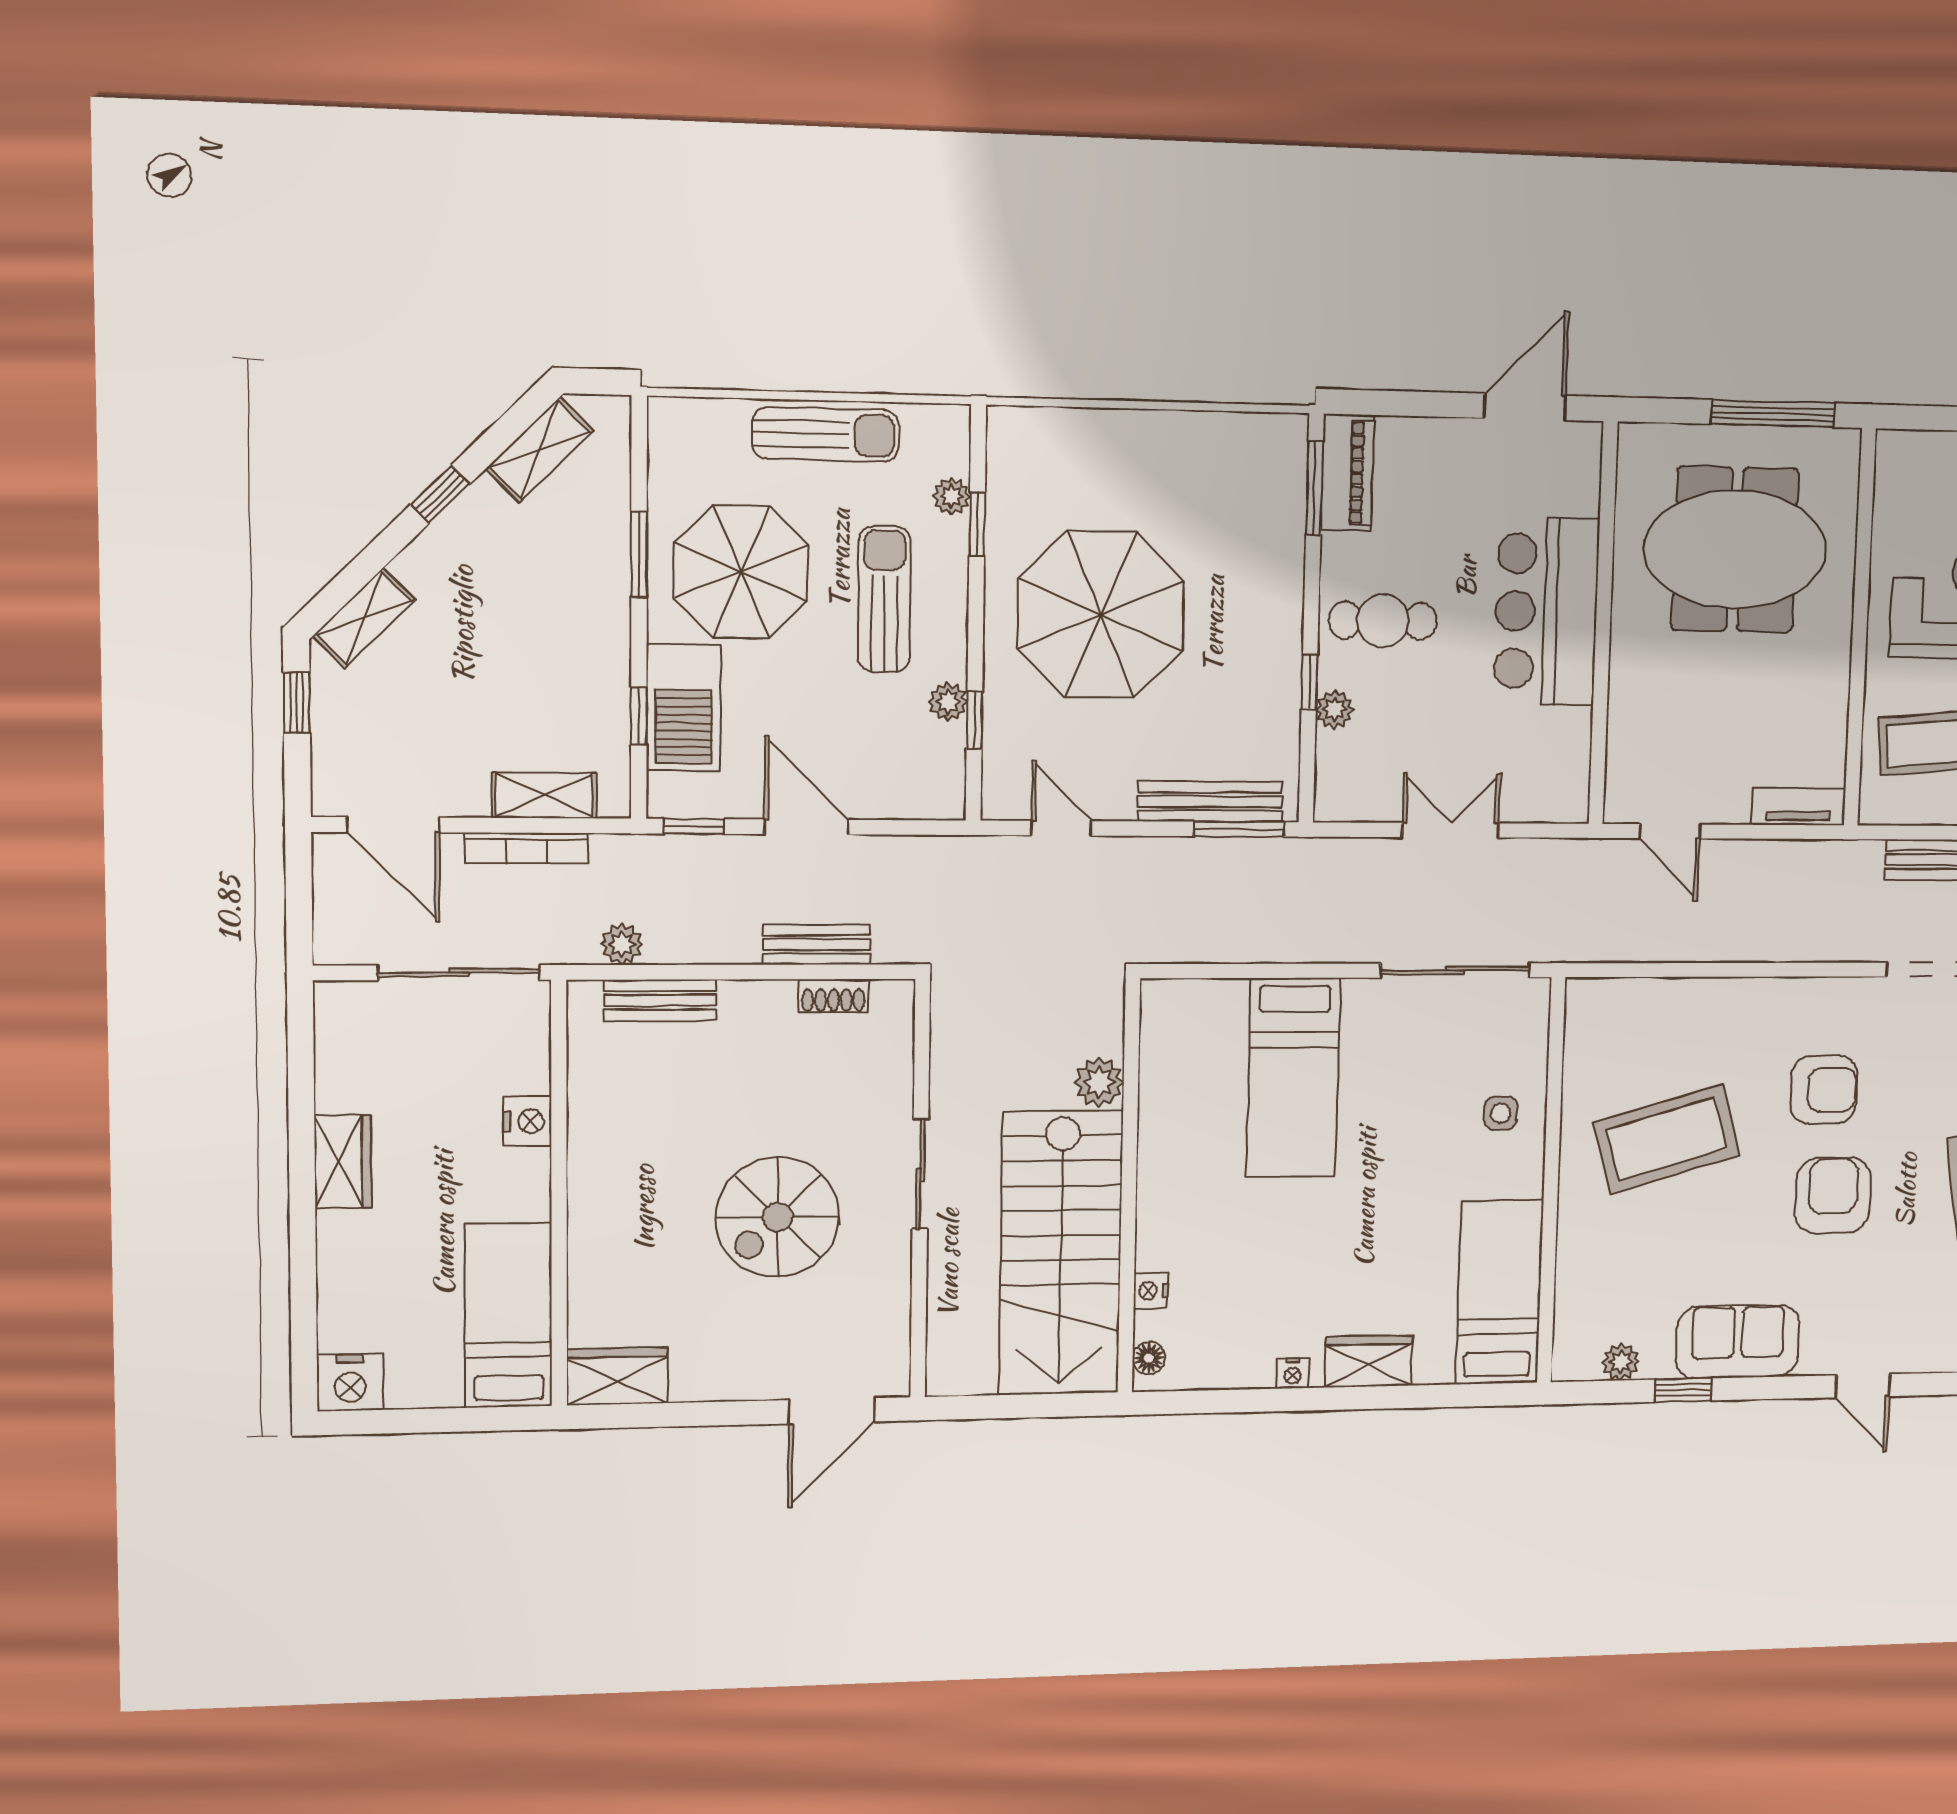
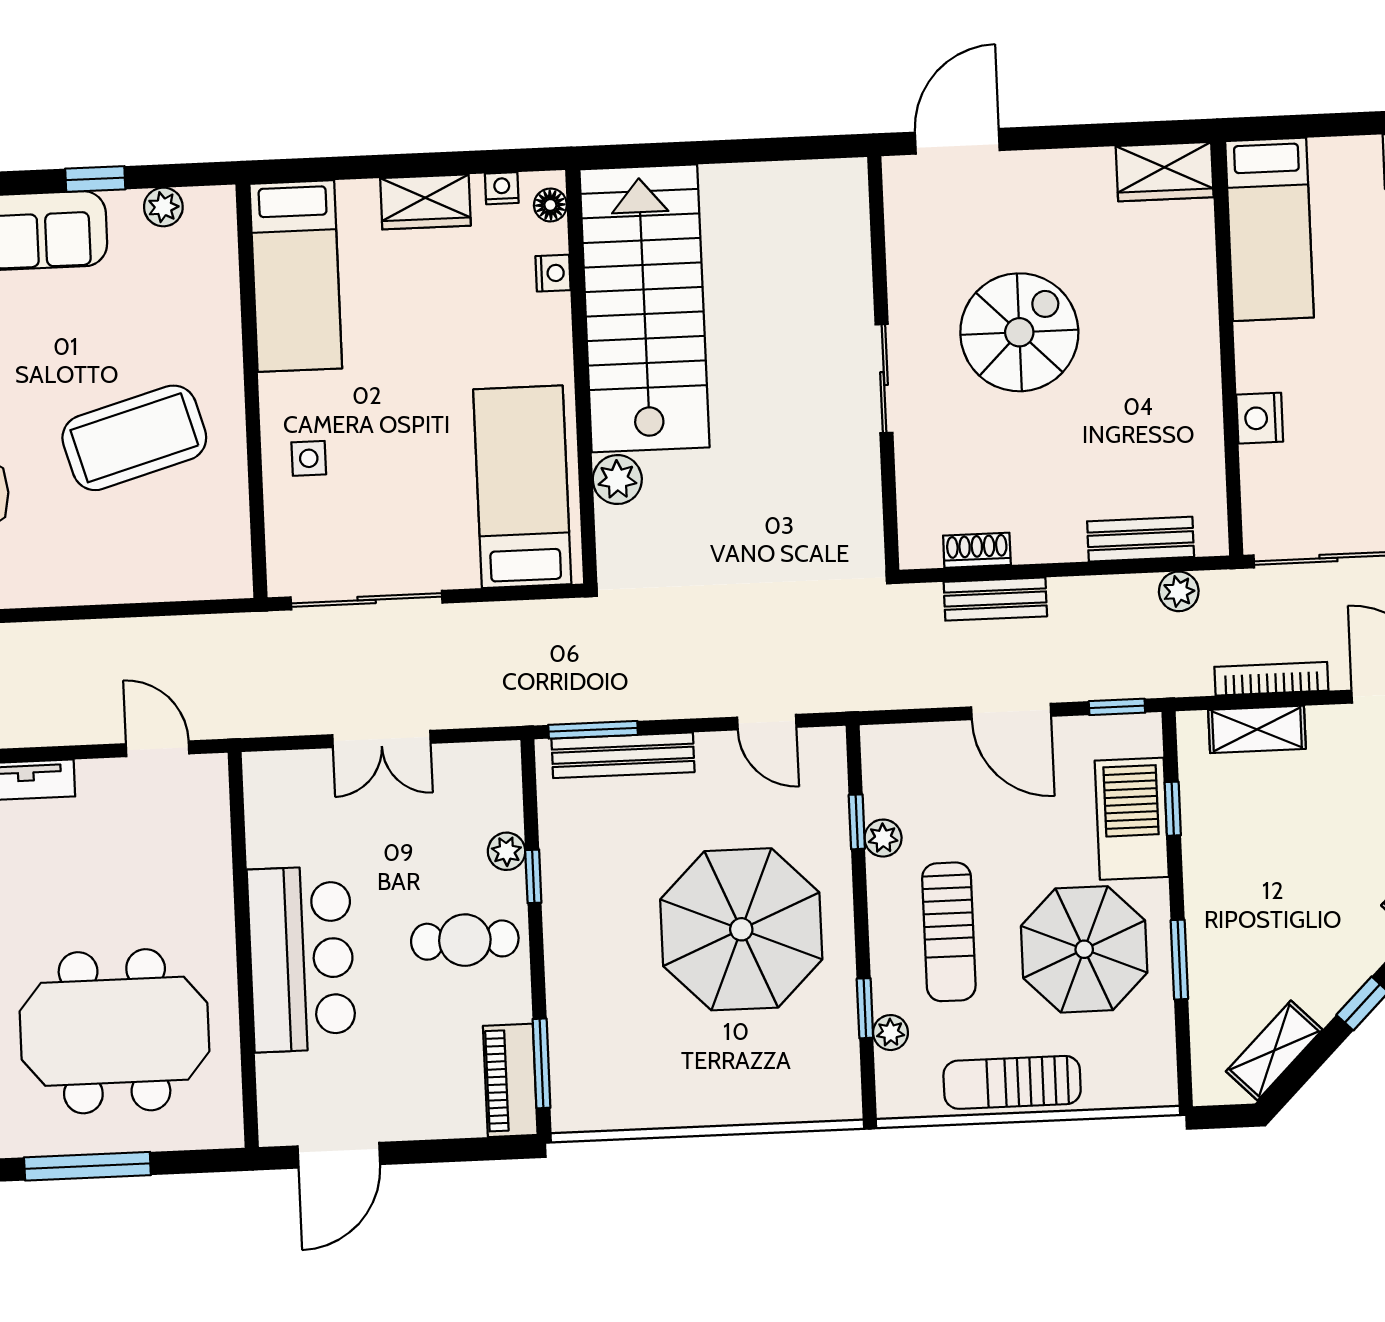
plant: (1099, 1082) -> (617, 480), moved
wall: (1129, 1187) -> (581, 377), moved
stairs: (1061, 1253) -> (644, 308), moved
nightstand: (1151, 1291) -> (553, 273), moved
floor lamp: (1149, 1358) -> (550, 205), moved

